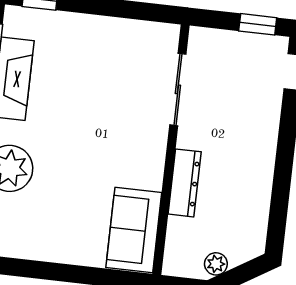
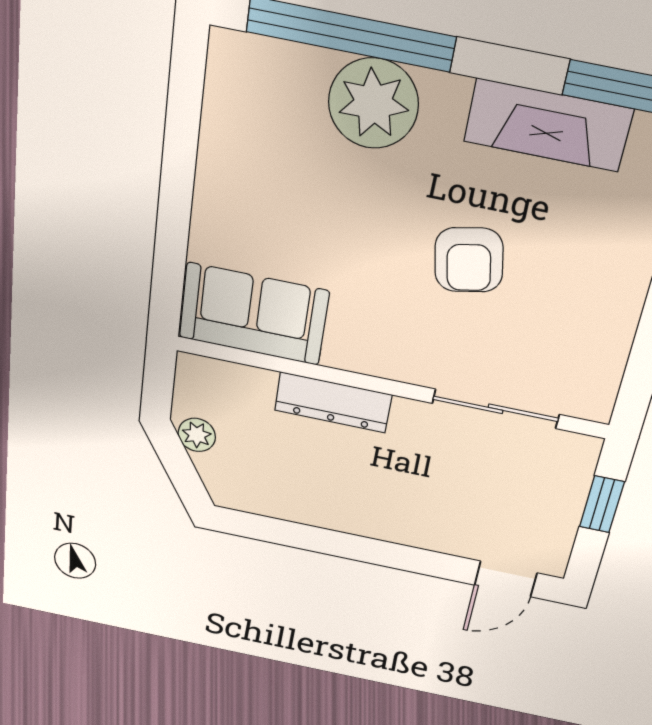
window: (258, 24) -> (602, 504), moved
armchair: (90, 112) -> (469, 260), added

